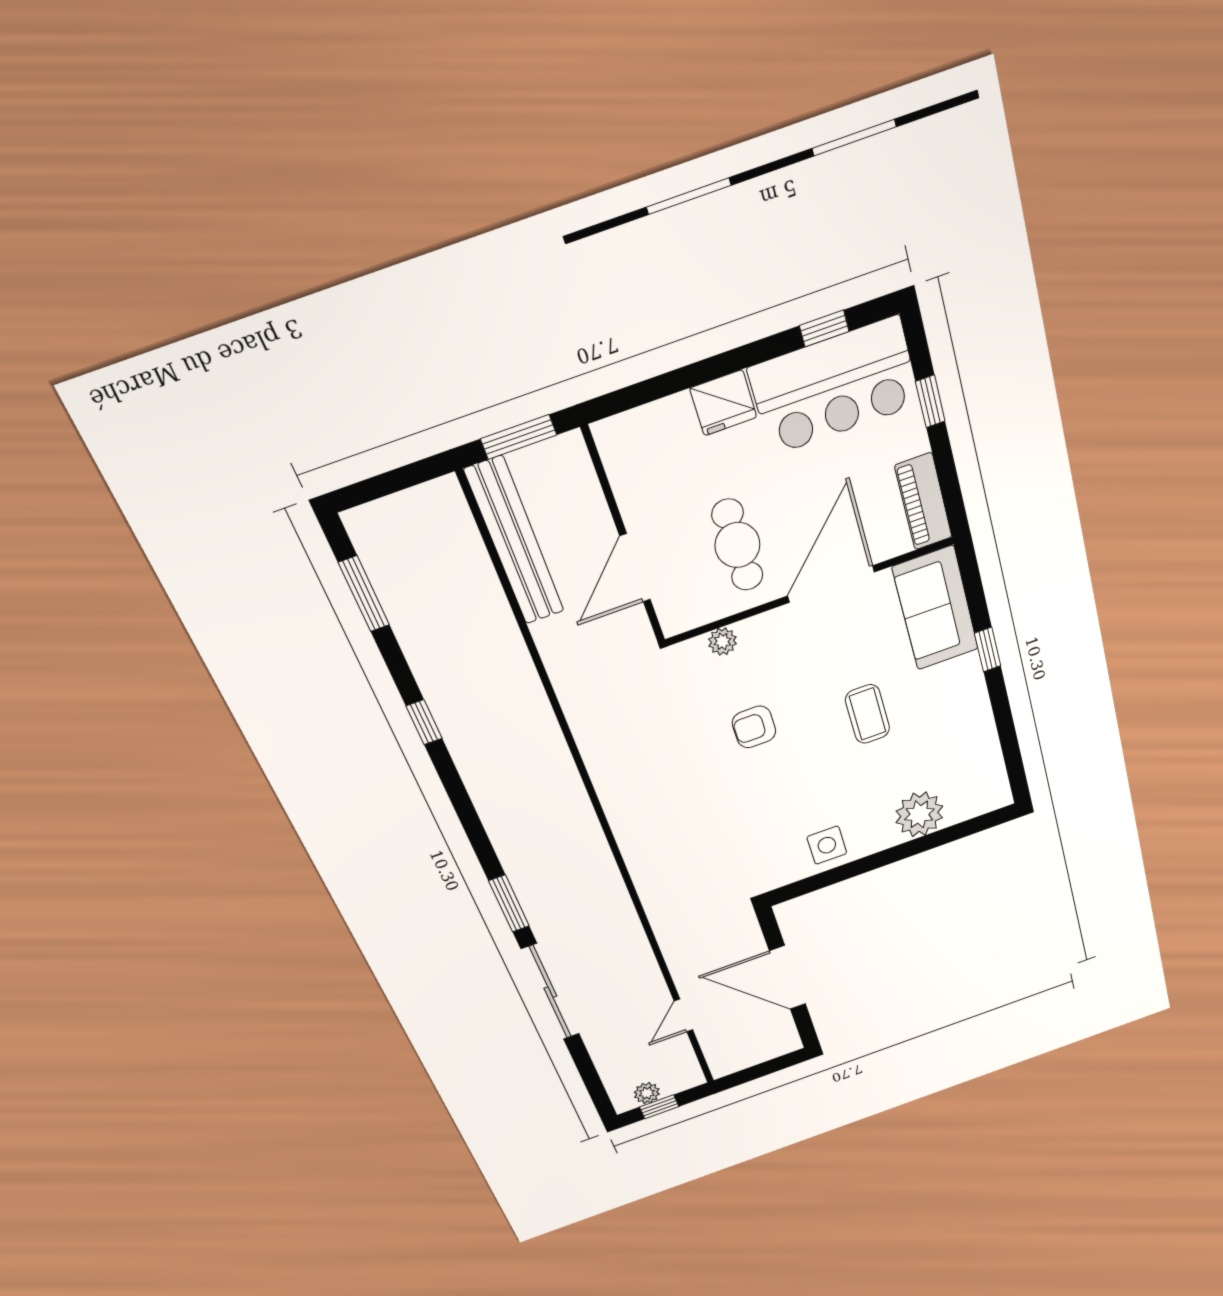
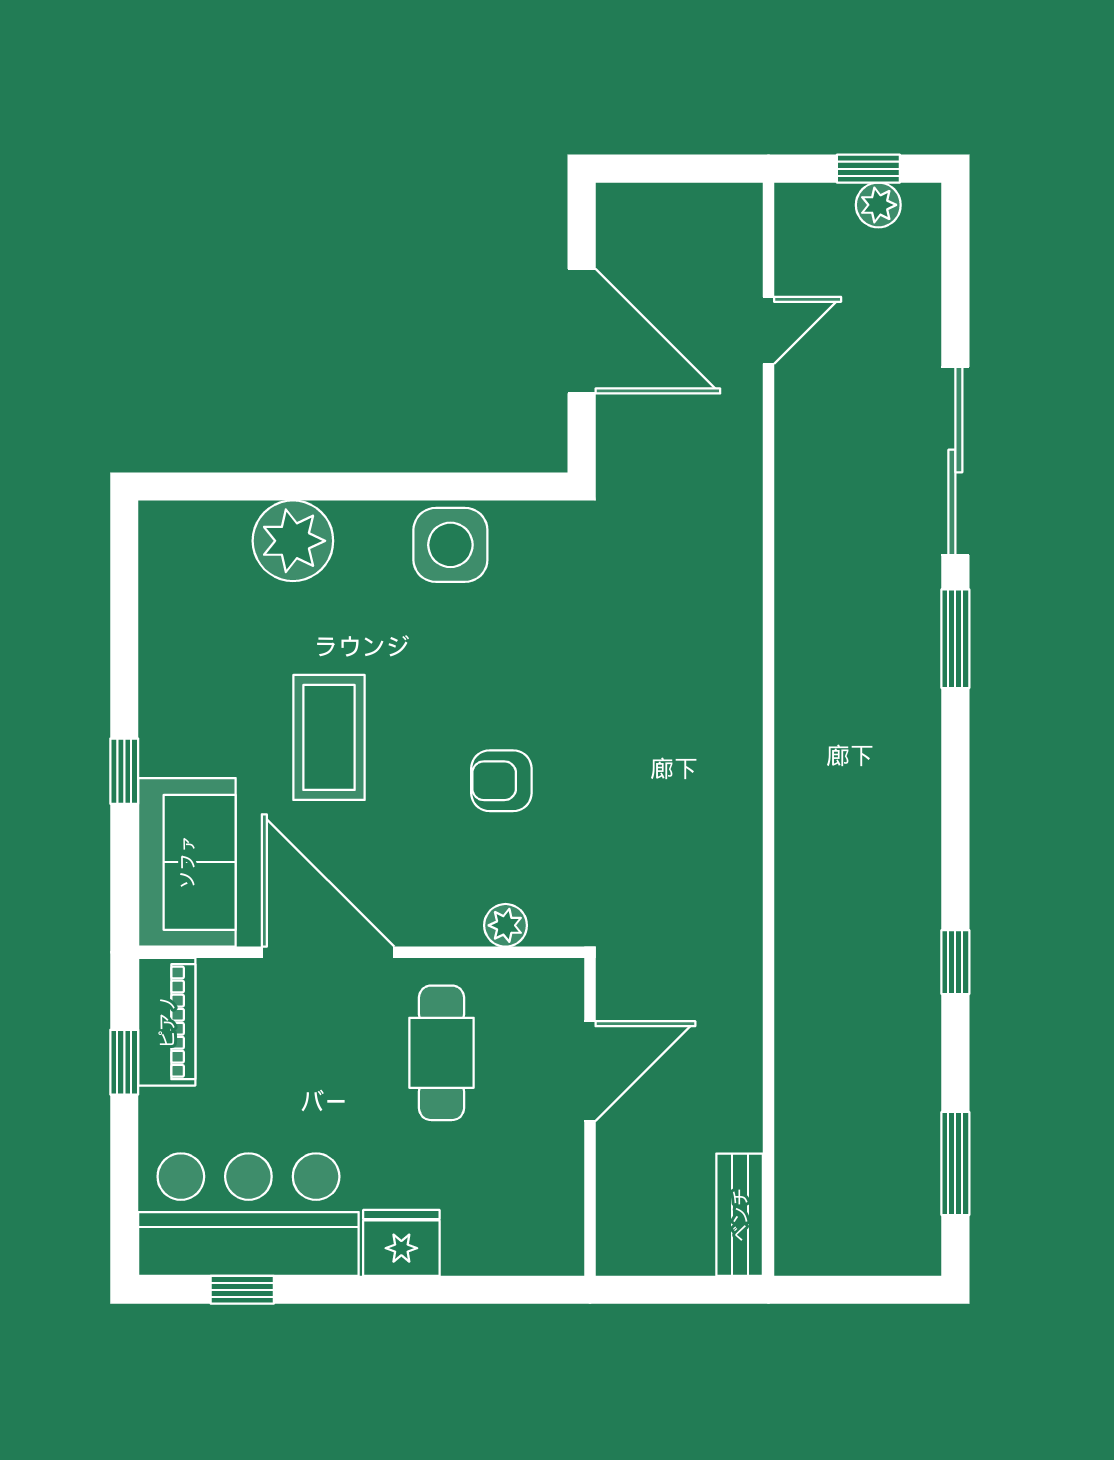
window: (930, 401) -> (124, 1062), moved
window: (519, 437) -> (678, 1290), removed
bench: (515, 542) -> (740, 1215), width x0.54, depth x0.82
door: (831, 584) -> (328, 952), swing flipped
coffee table: (868, 714) -> (329, 737), width x1.36, depth x1.30
armchair: (754, 727) -> (501, 781), turned 180
side table: (827, 845) -> (450, 545), width x1.37, depth x1.37

